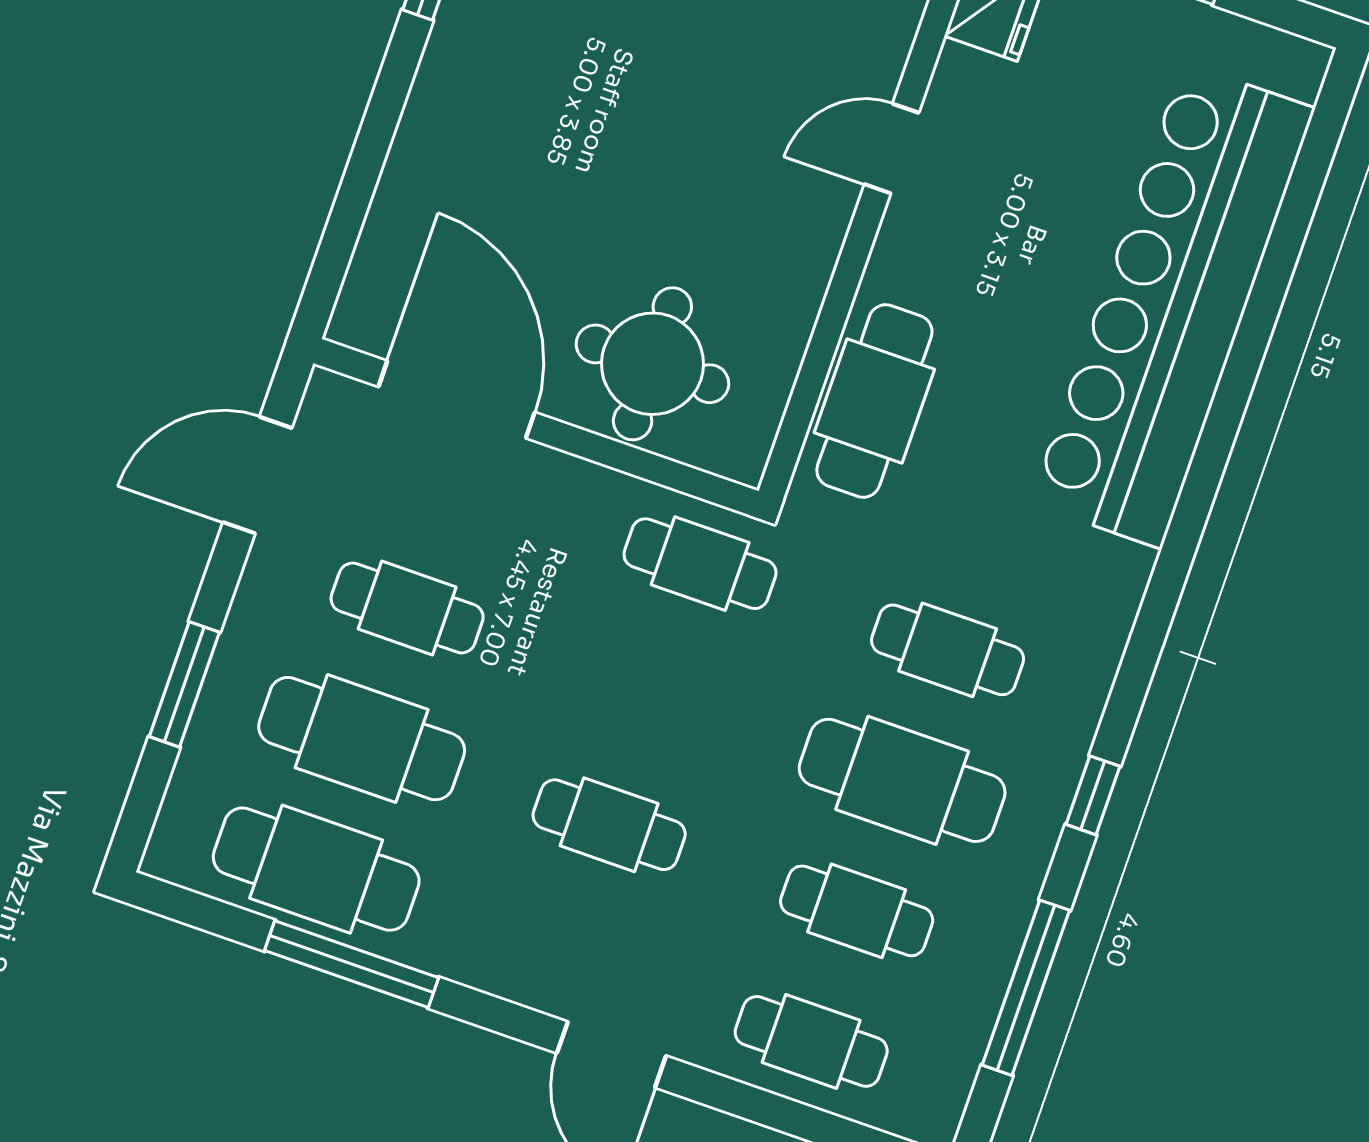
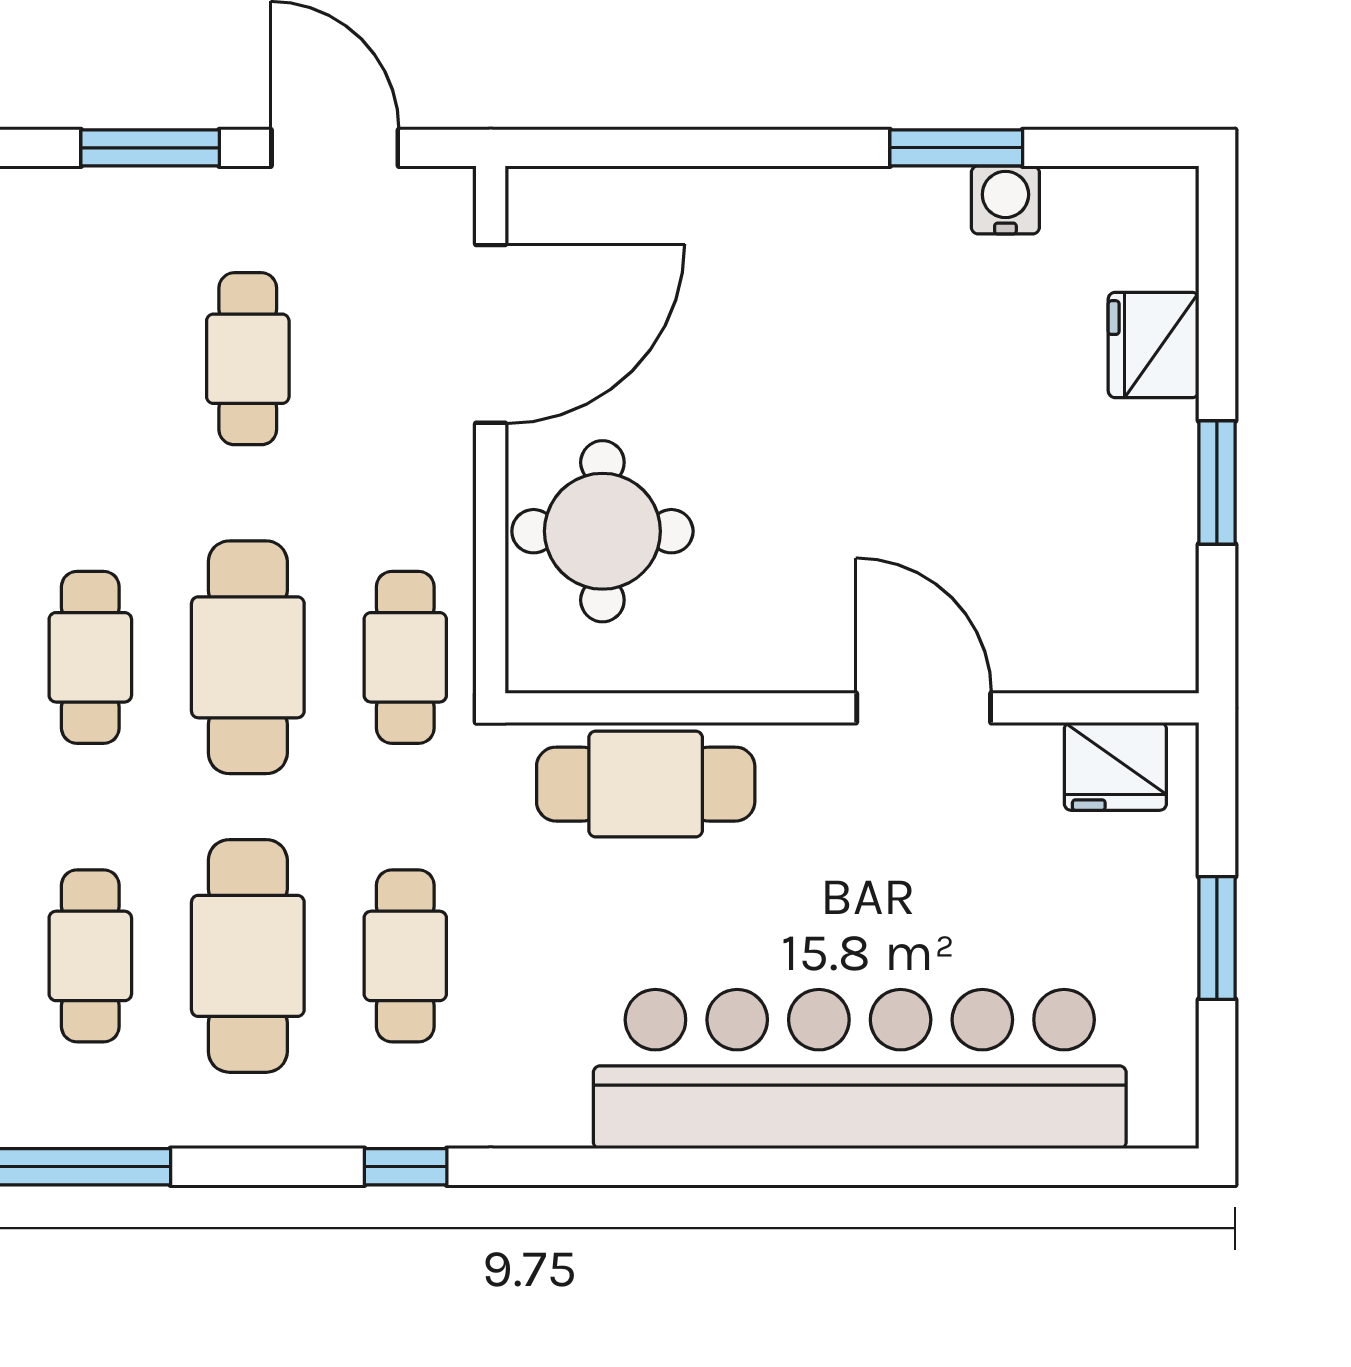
door: (892, 149) -> (924, 708), width x1.38
window: (184, 684) -> (150, 148), moved
cafe table: (362, 739) -> (248, 657), moved
window: (1093, 795) -> (406, 1167), moved

